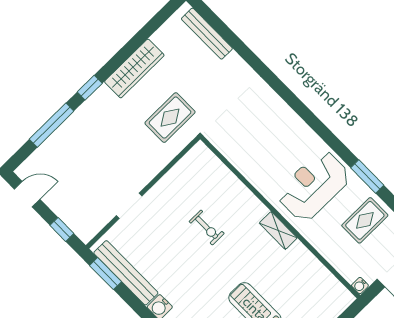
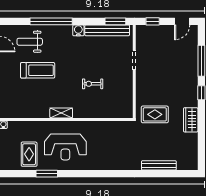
bench: (207, 34) -> (159, 165), moved
wardrobe: (134, 68) -> (191, 120), width x0.67
rug: (170, 118) -> (155, 114), turned 90
reception desk: (314, 186) -> (65, 147), turned 90

